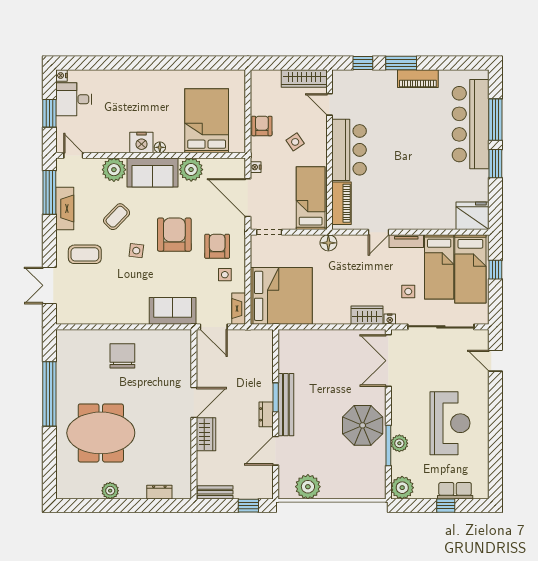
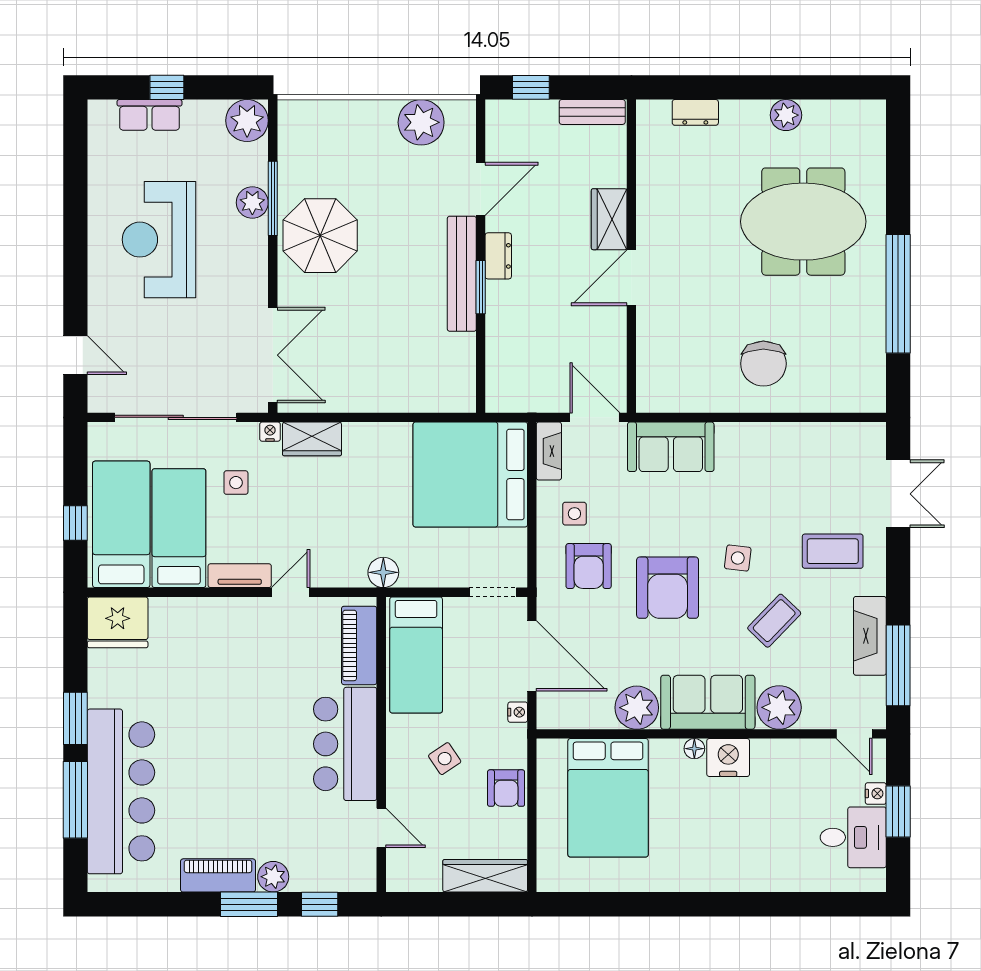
nightstand: (62, 75) -> (876, 794), moved
wardrobe: (304, 78) -> (485, 876), moved
plant: (388, 78) -> (273, 877), added

